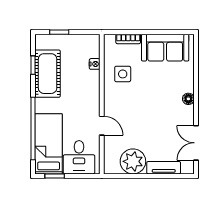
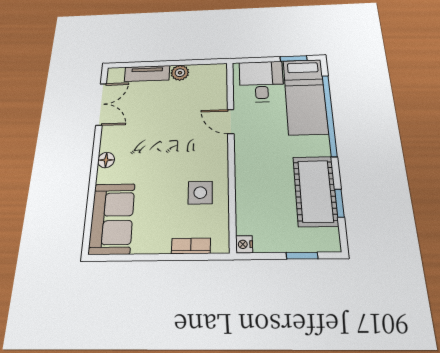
sofa: (165, 48) -> (112, 218), moved, turned 90
nightstand: (95, 64) -> (244, 244), moved
plant: (133, 161) -> (180, 73), width x0.53, depth x0.53

